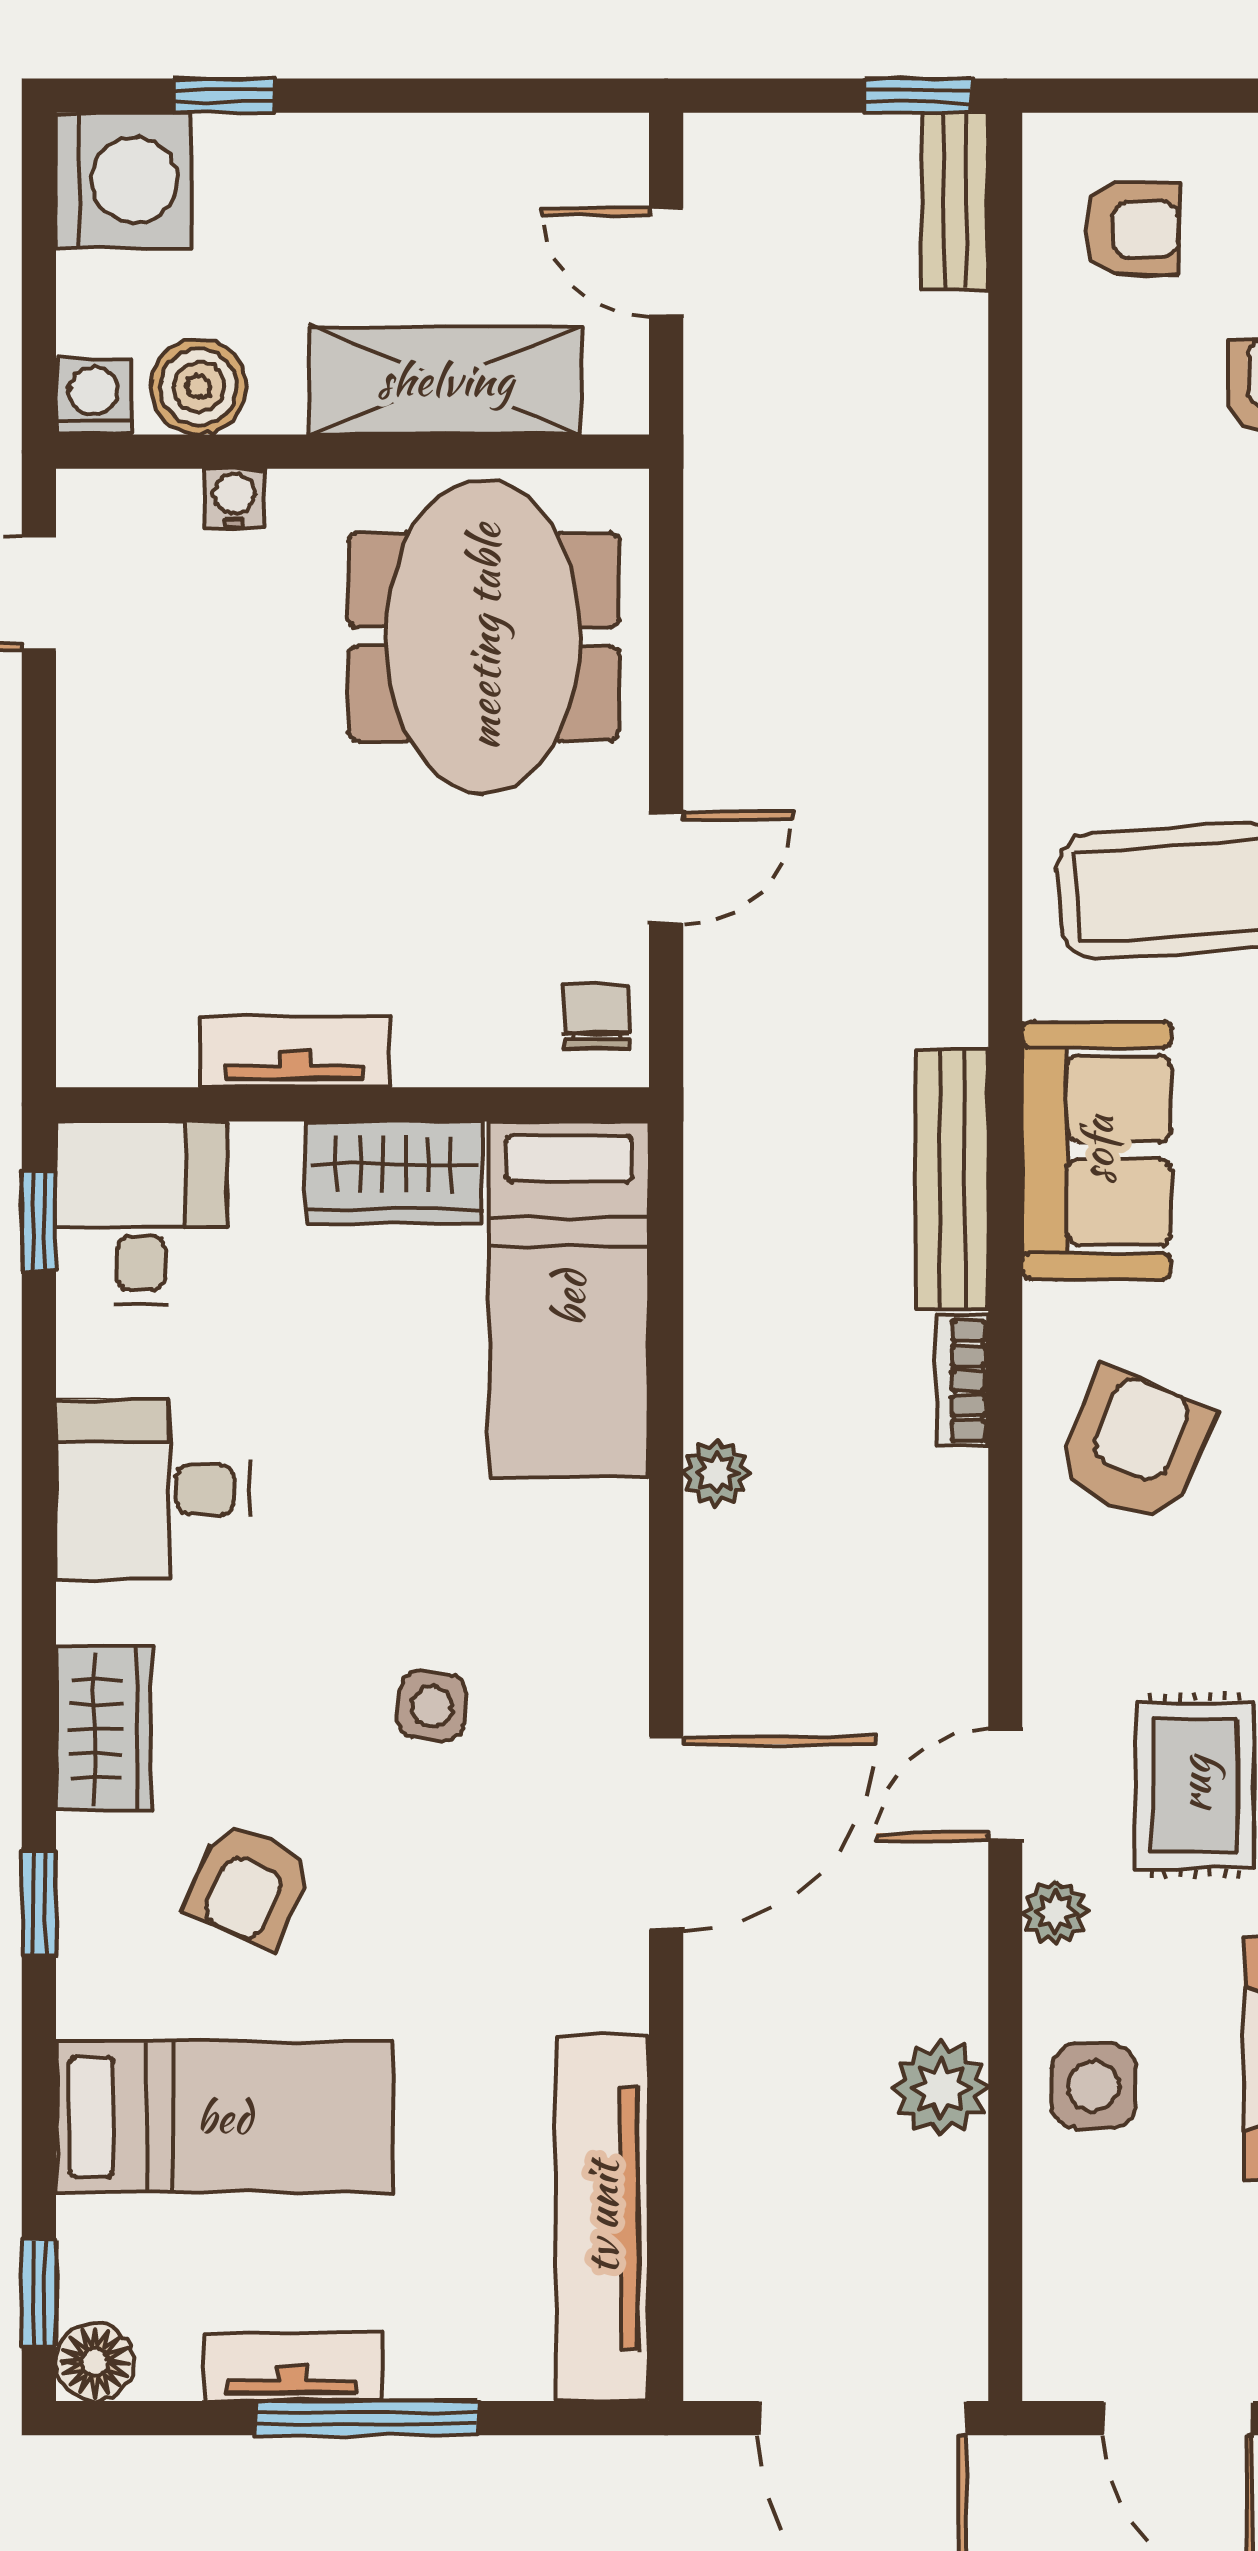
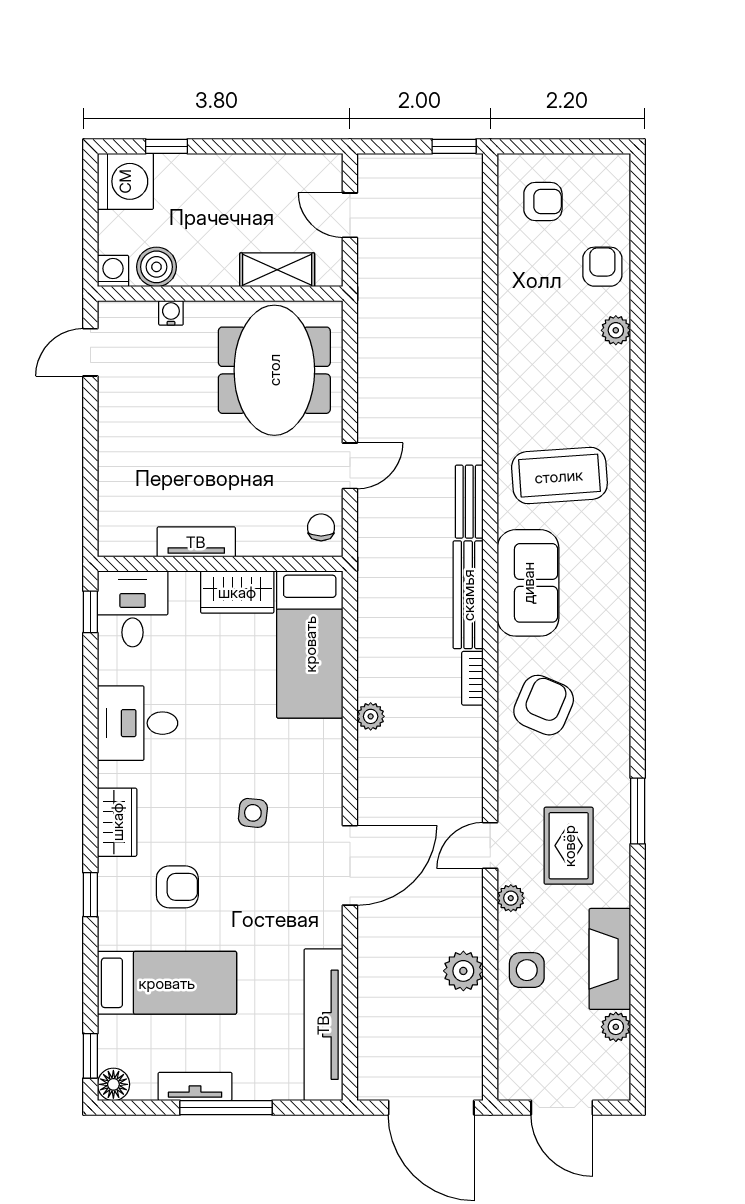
bench: (955, 201) -> (469, 502), moved
shelving: (445, 380) -> (277, 270), width x0.67, depth x0.75
armchair: (249, 1885) -> (177, 887), turned -114

